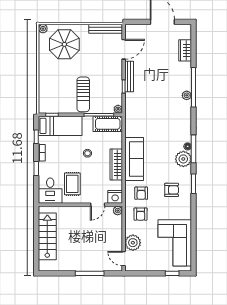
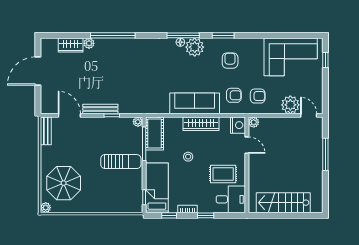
bench: (106, 29) -> (46, 131), width x0.73
plant: (187, 95) -> (89, 43), moved
door: (124, 259) -> (309, 115), swing flipped

